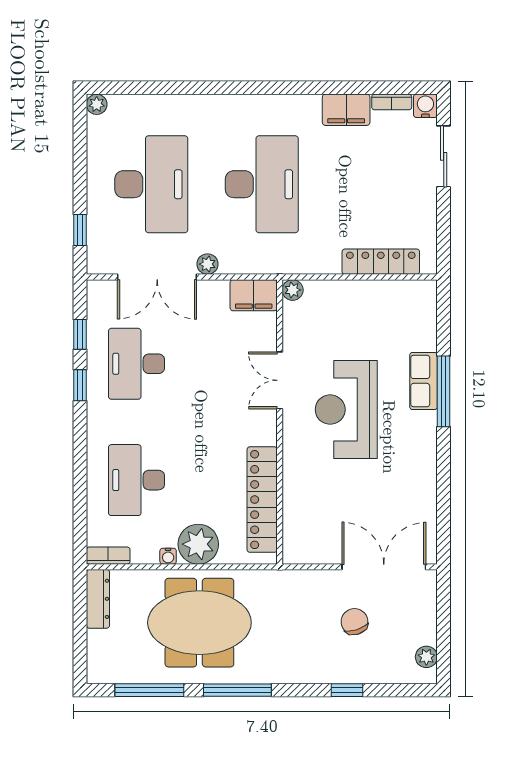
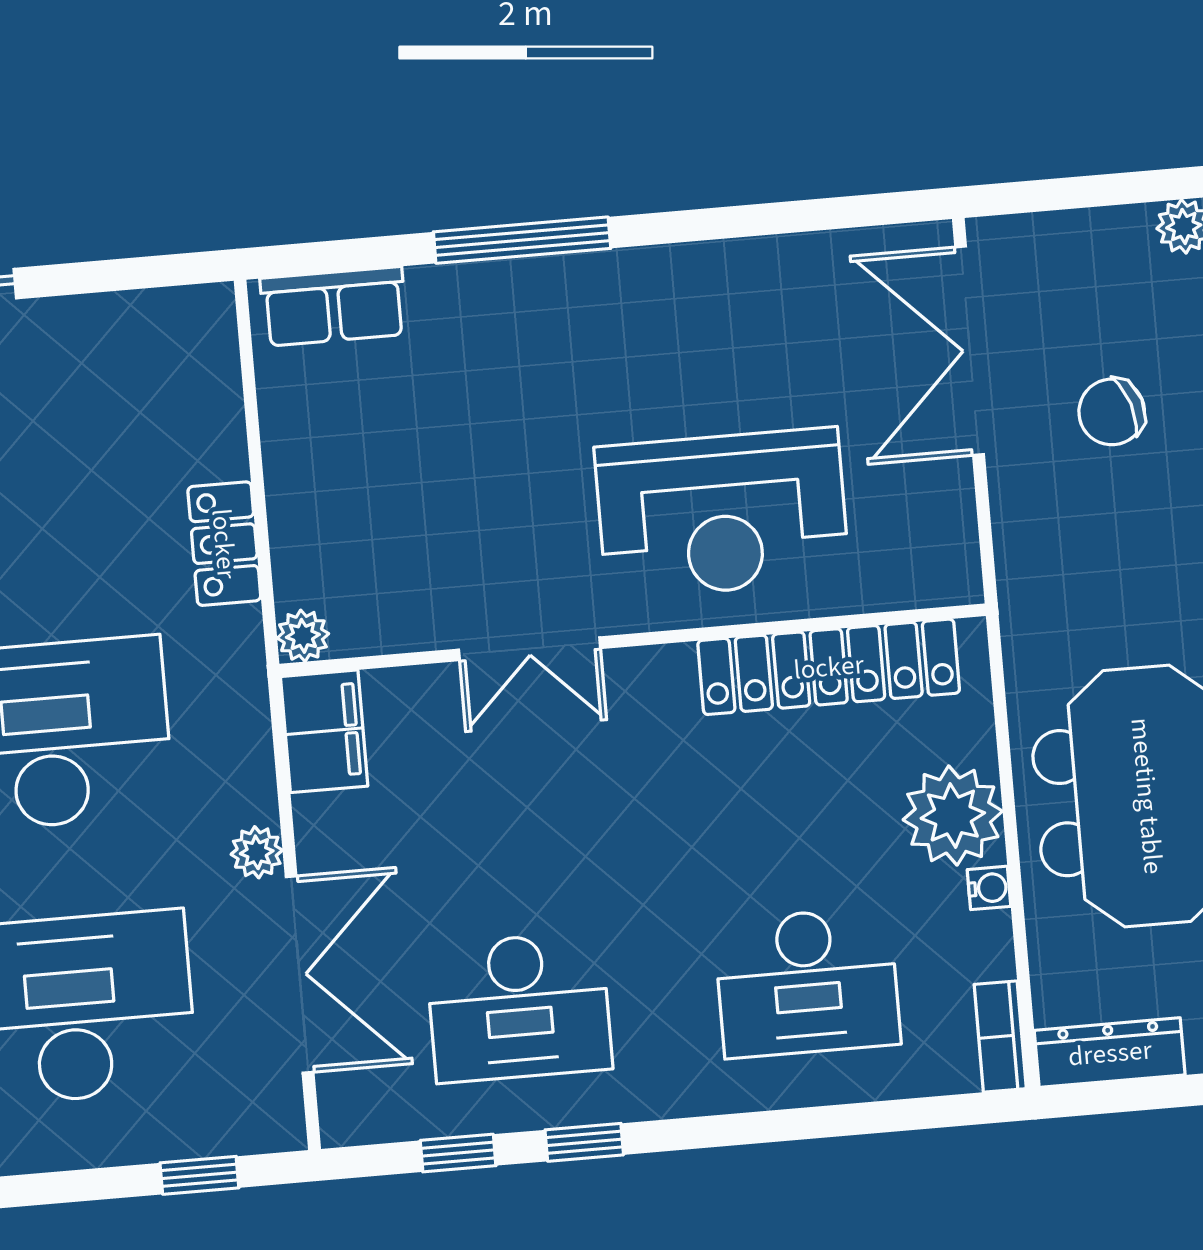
locker: (381, 262) -> (224, 544), moved, width x0.66
row of seats: (424, 381) -> (334, 306), moved
reception desk: (346, 410) -> (722, 513), moved

